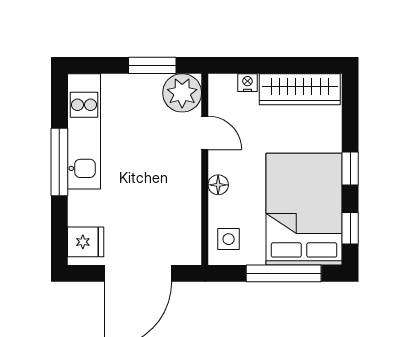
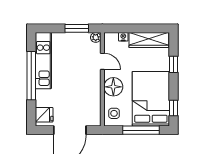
plant: (182, 93) -> (96, 37), width x0.53, depth x0.53
window: (59, 162) -> (31, 76), width x1.46
window: (350, 168) -> (173, 64), moved
floor lamp: (218, 185) -> (113, 87), width x1.89, depth x1.89

